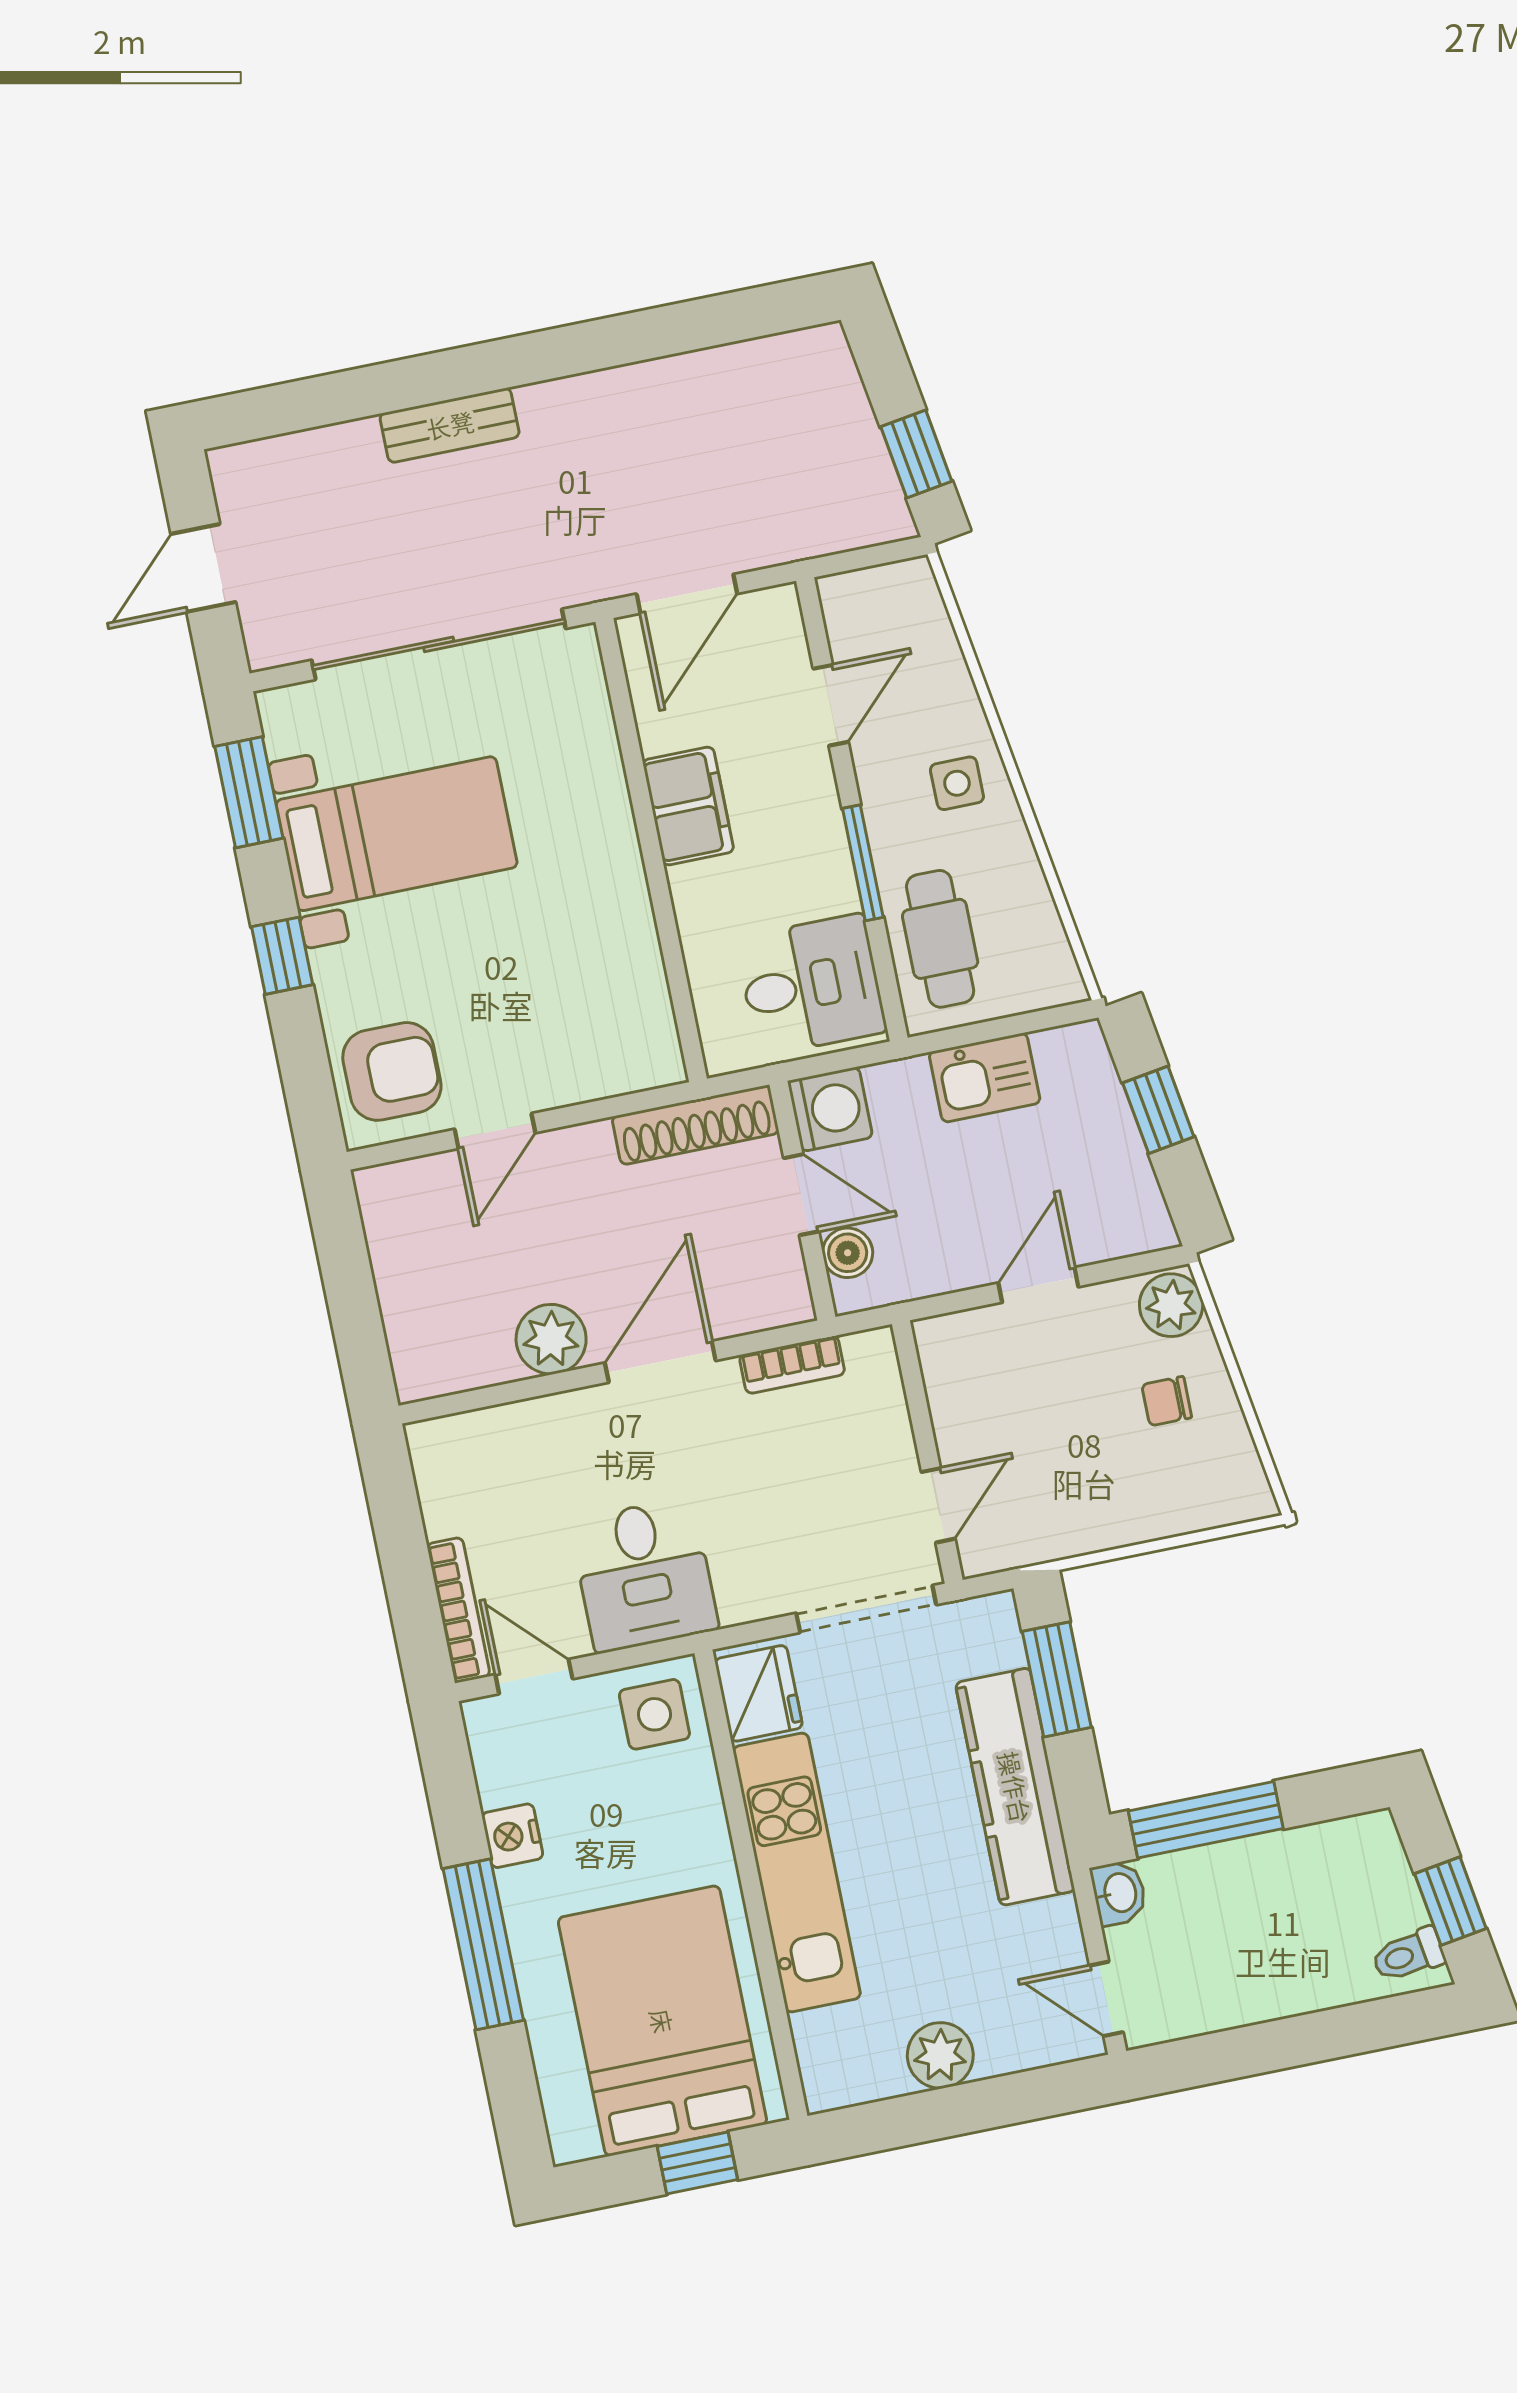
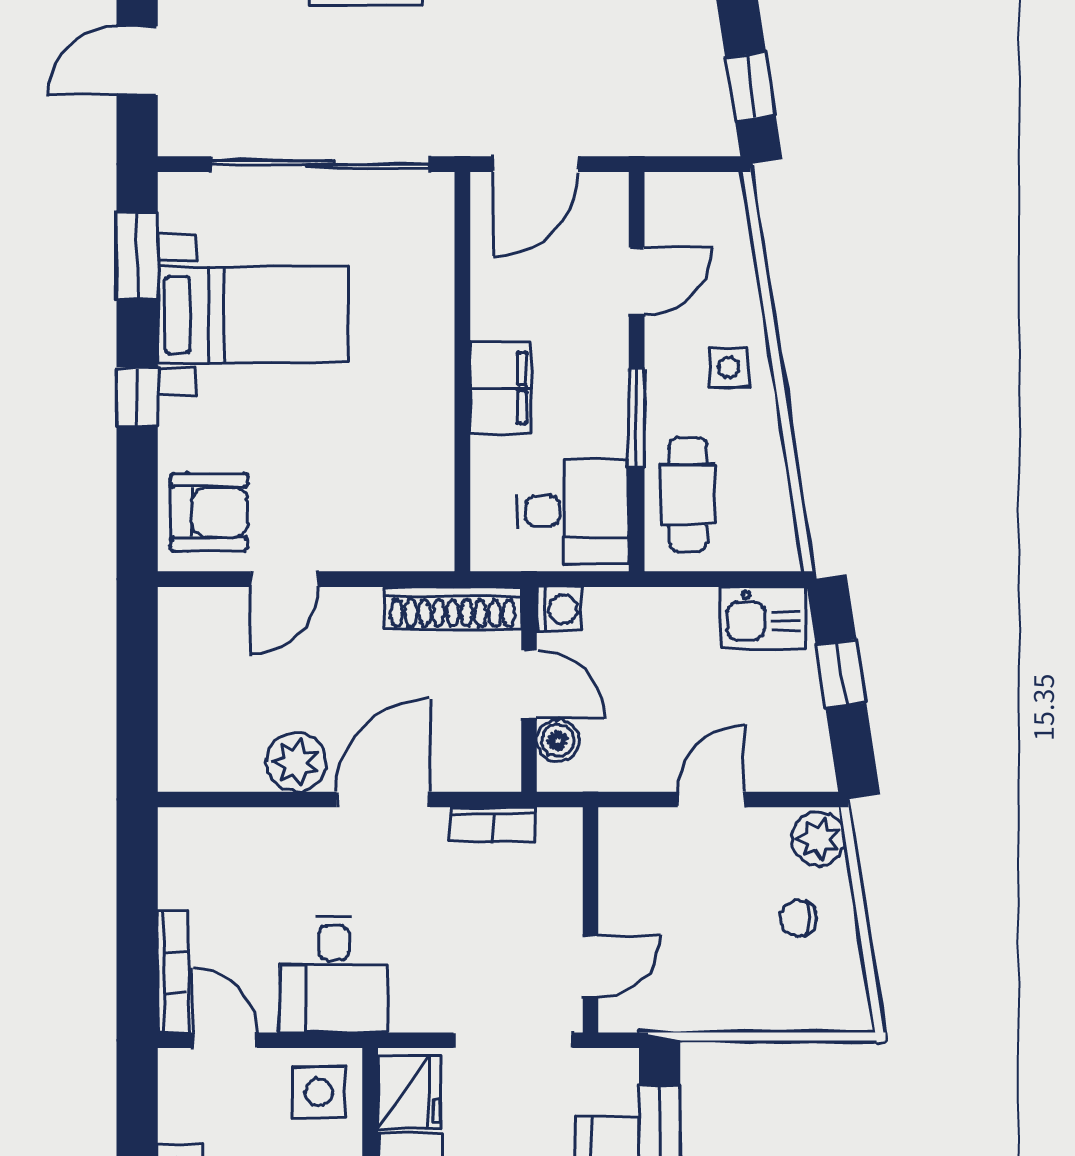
filing cabinet: (688, 806) -> (501, 388), moved
kitchen sink: (985, 1078) -> (763, 618), moved
washing machine: (830, 1109) -> (559, 609), width x0.73, depth x0.73

